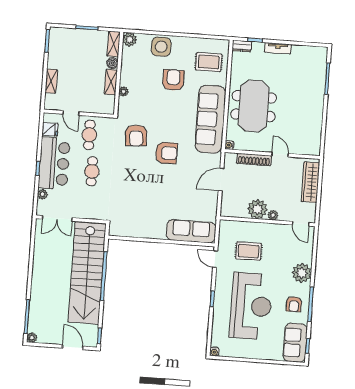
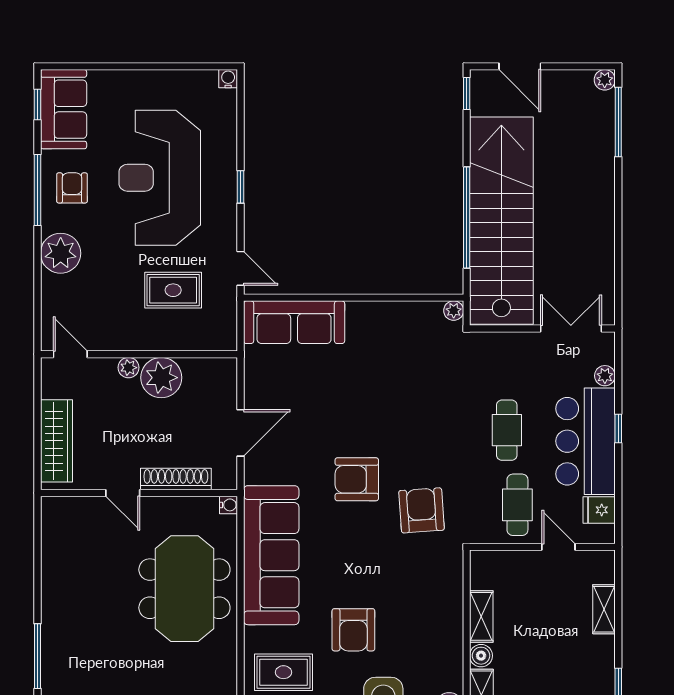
plant: (124, 92) -> (454, 311), moved

